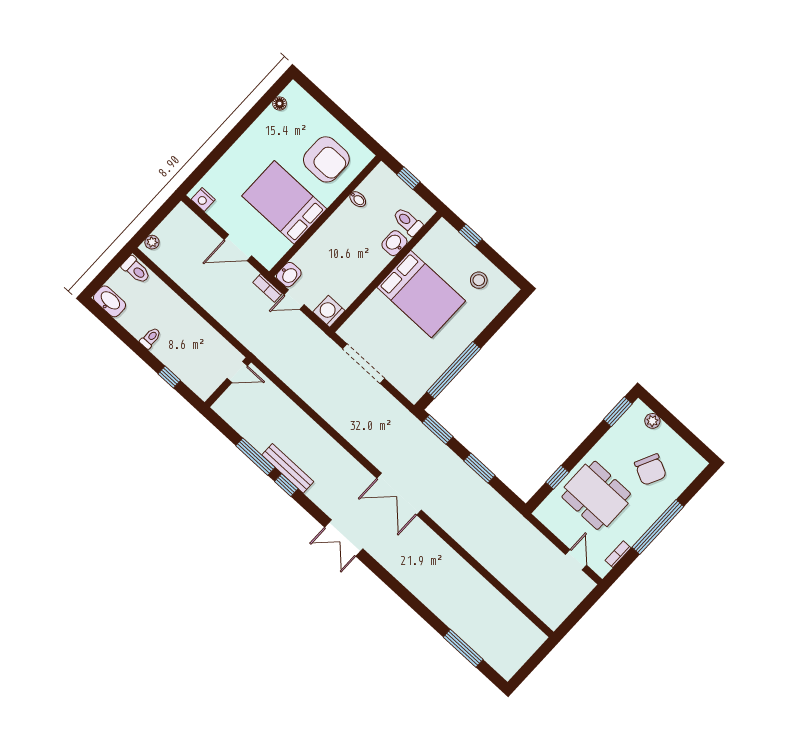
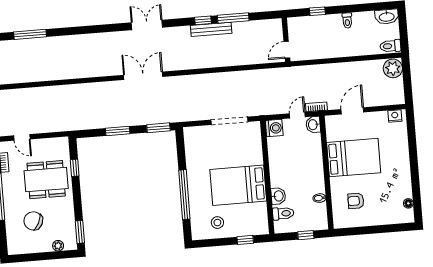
armchair: (326, 159) -> (356, 201), width x0.53, depth x0.53
plant: (152, 242) -> (393, 68), width x1.88, depth x1.88
window: (454, 370) -> (184, 195), moved

